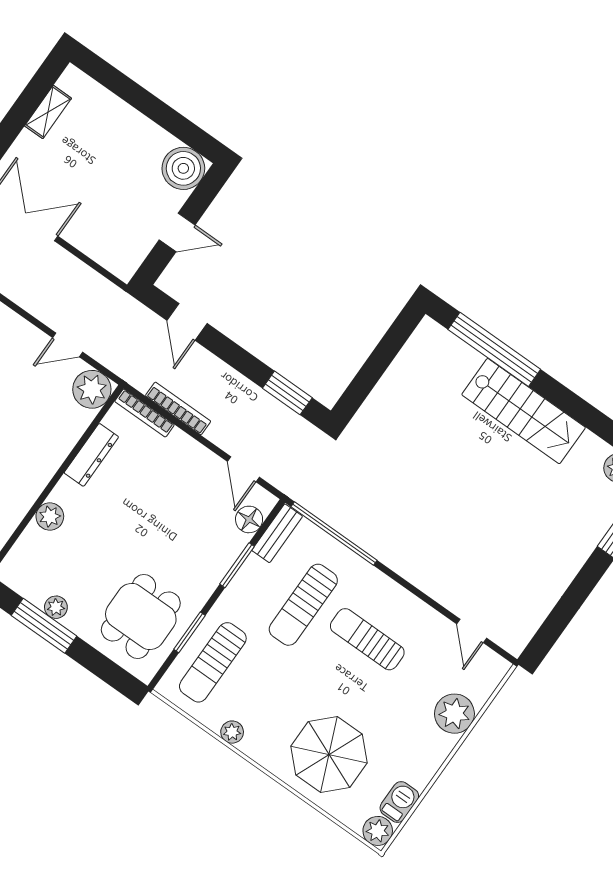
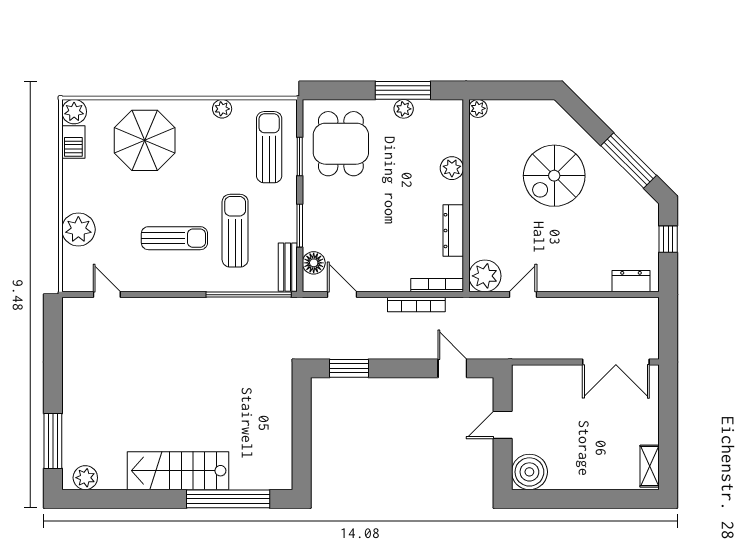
shelving: (48, 112) -> (650, 466), moved

